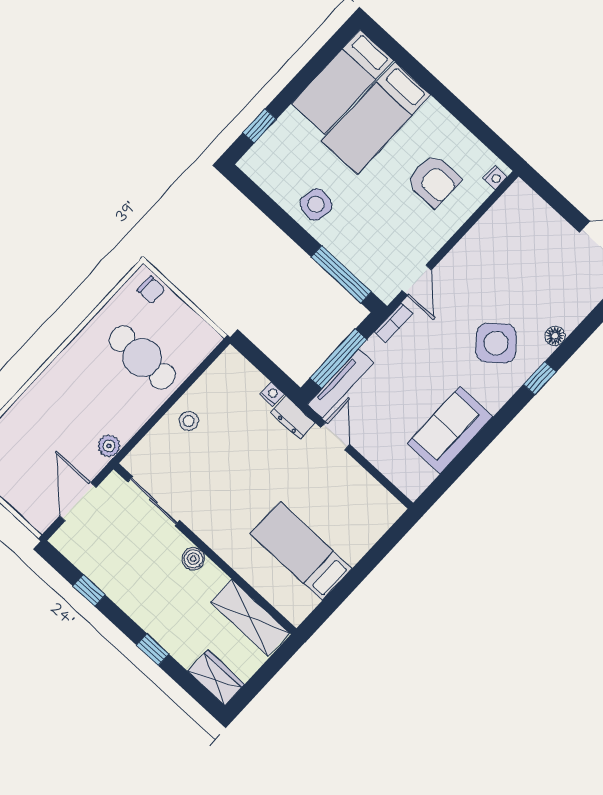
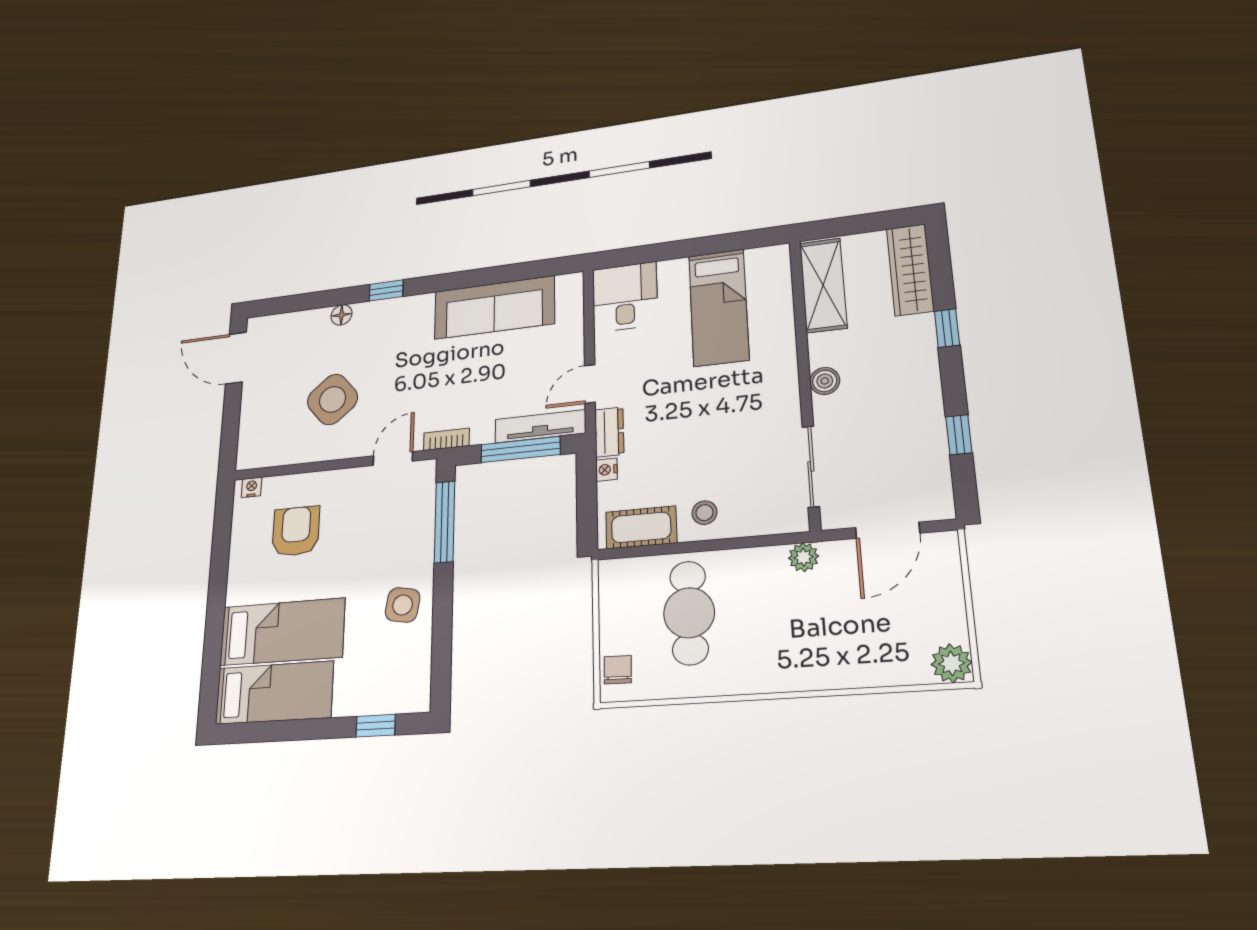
side table: (496, 343) -> (332, 399), moved
cot: (217, 380) -> (641, 527), added
sofa: (450, 430) -> (494, 308), width x1.36
desk: (368, 509) -> (625, 297), added
wardrobe: (216, 678) -> (910, 270), width x1.50

